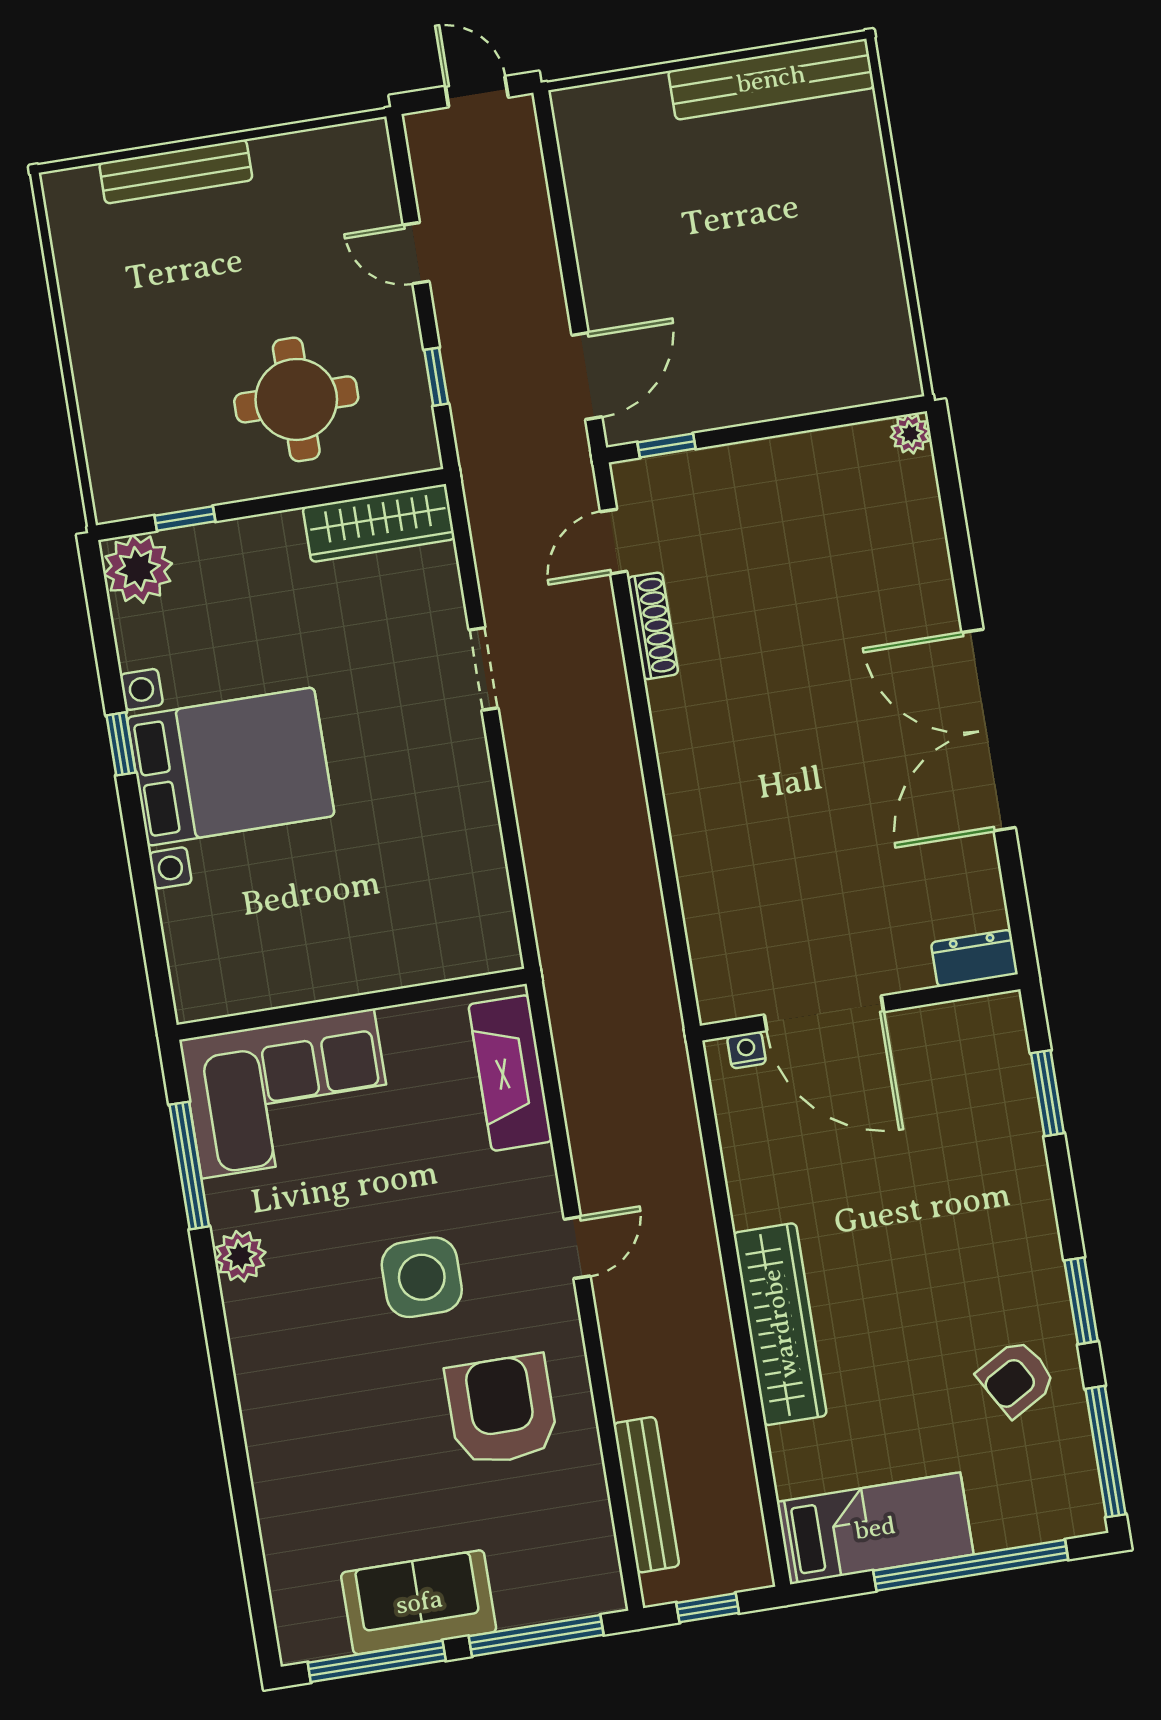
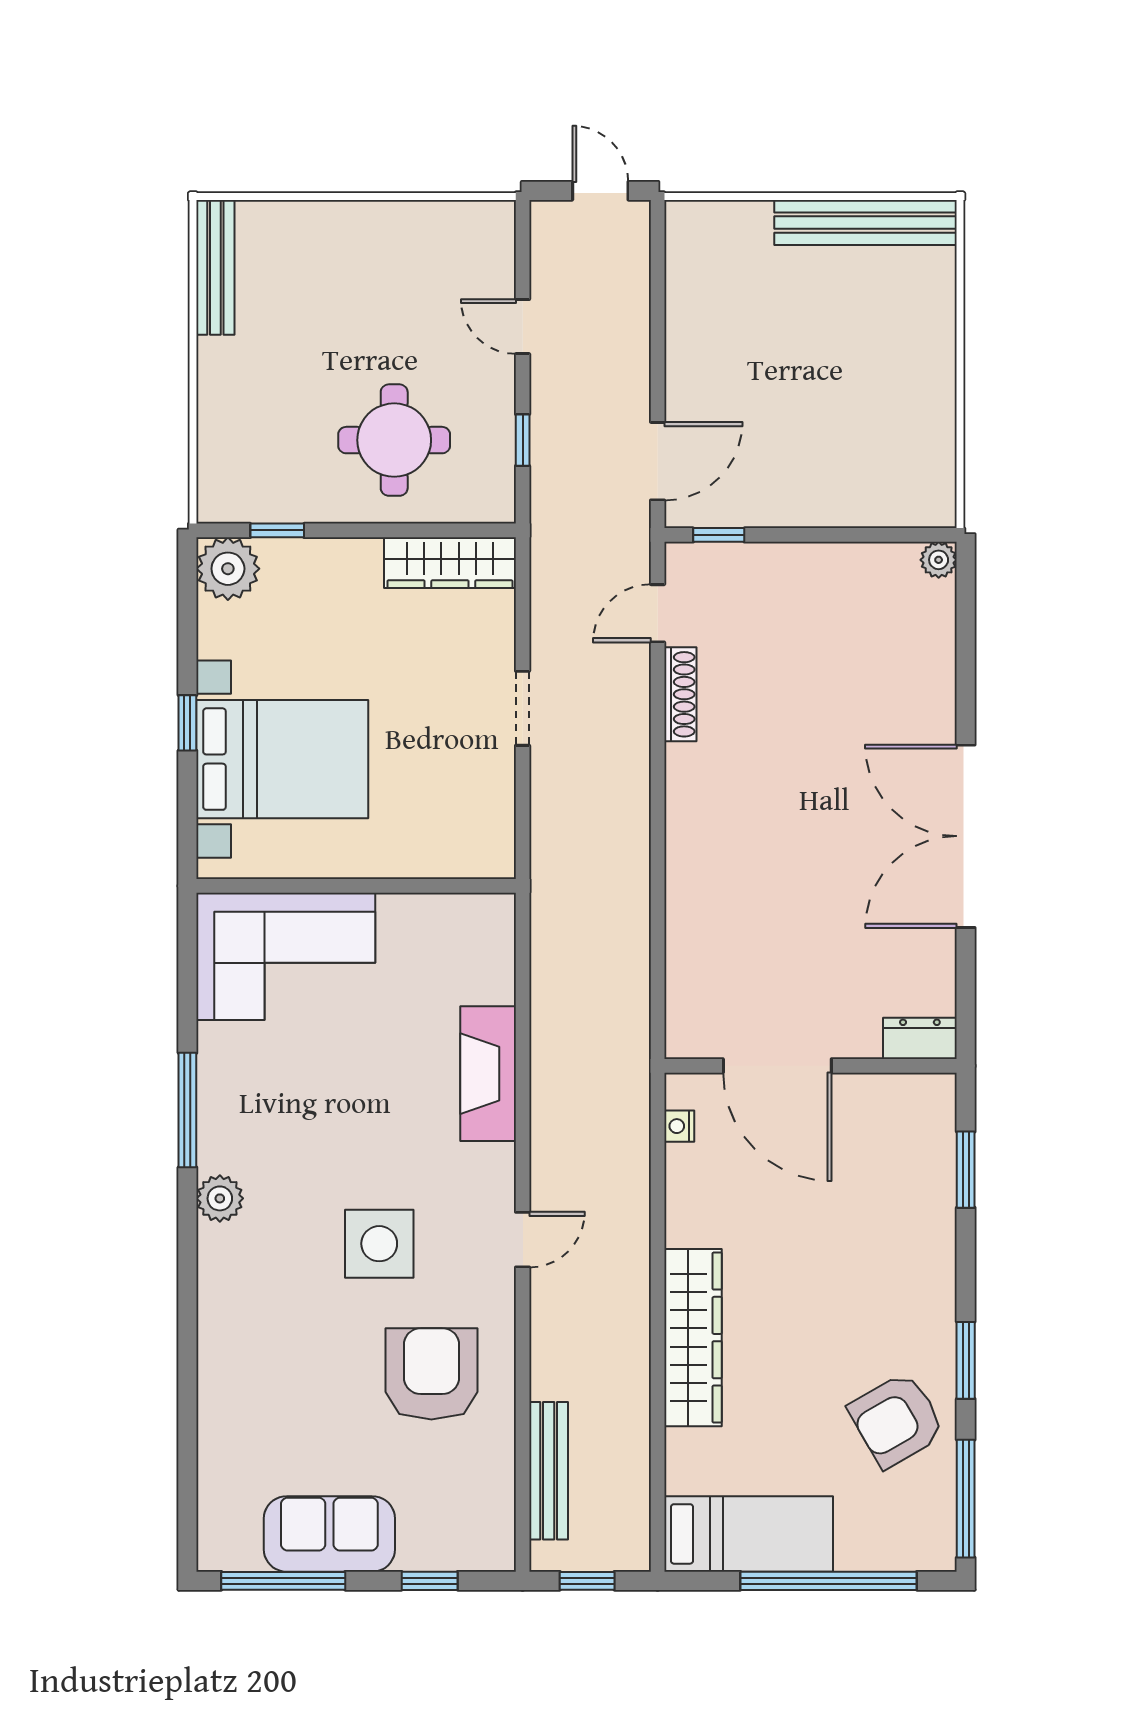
bench: (176, 172) -> (215, 267), moved, turned 90
wall: (352, 1004) -> (356, 886), moved
nightstand: (746, 1050) -> (679, 1126), moved, turned -90
corner sofa: (288, 1094) -> (286, 956), moved
armchair: (1016, 1378) -> (897, 1420), width x1.38, depth x1.38
window: (536, 1636) -> (430, 1581), width x0.46

